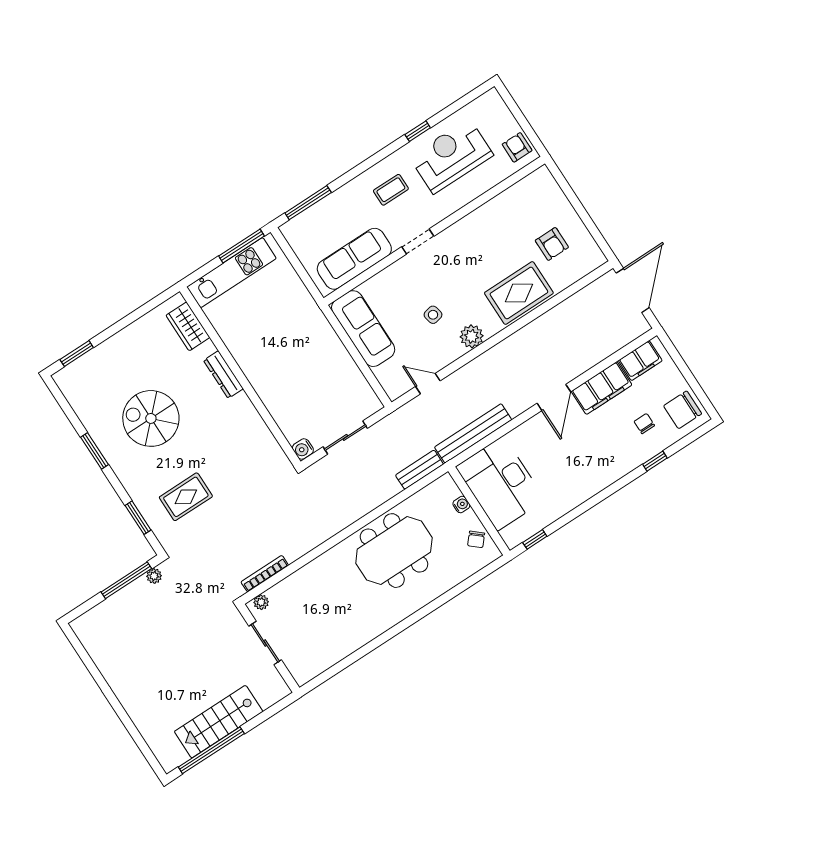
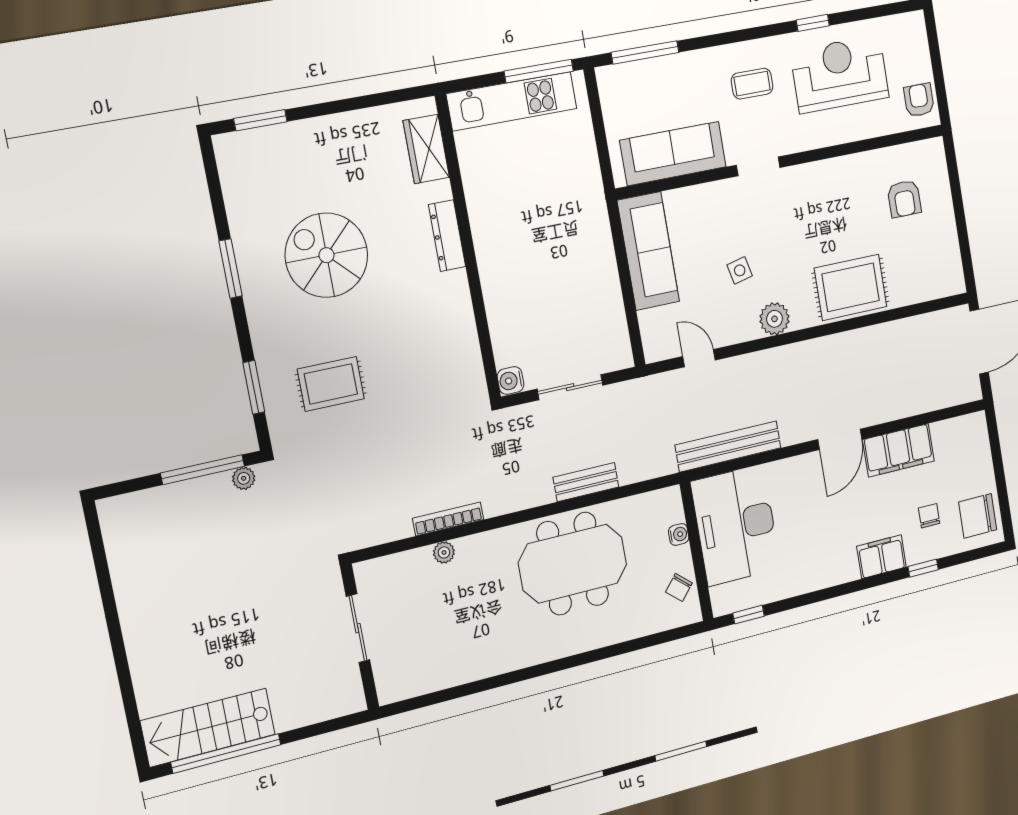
armchair: (552, 244) -> (904, 199), moved
filing cabinet: (640, 361) -> (882, 557), moved, turned 180
bench: (419, 470) -> (586, 482), moved
bookcase: (265, 574) -> (448, 519), moved
plant: (261, 602) -> (444, 552), moved
stairs: (219, 722) -> (208, 728), moved

